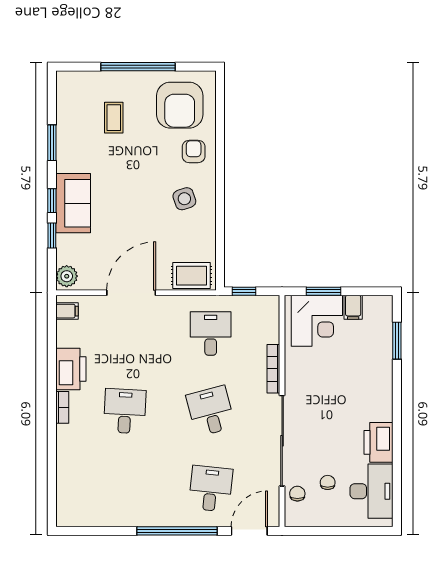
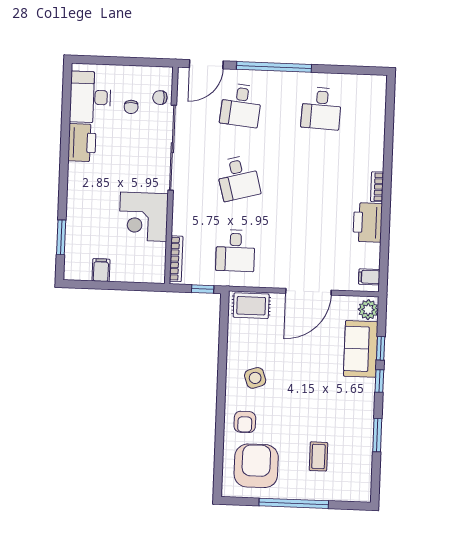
sofa: (73, 203) -> (361, 349), moved
window: (323, 291) -> (128, 286), removed
corner desk: (317, 321) -> (144, 217), moved, turned -90
bookcase: (273, 369) -> (176, 259), moved
desk: (125, 411) -> (321, 108), moved
chair: (297, 494) -> (160, 98), turned 90

